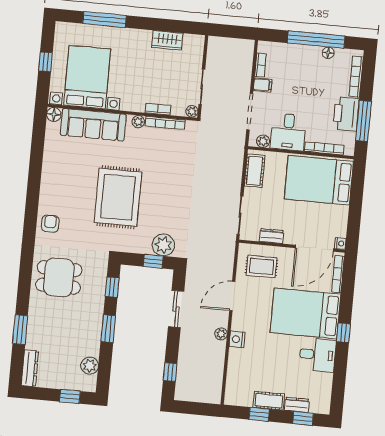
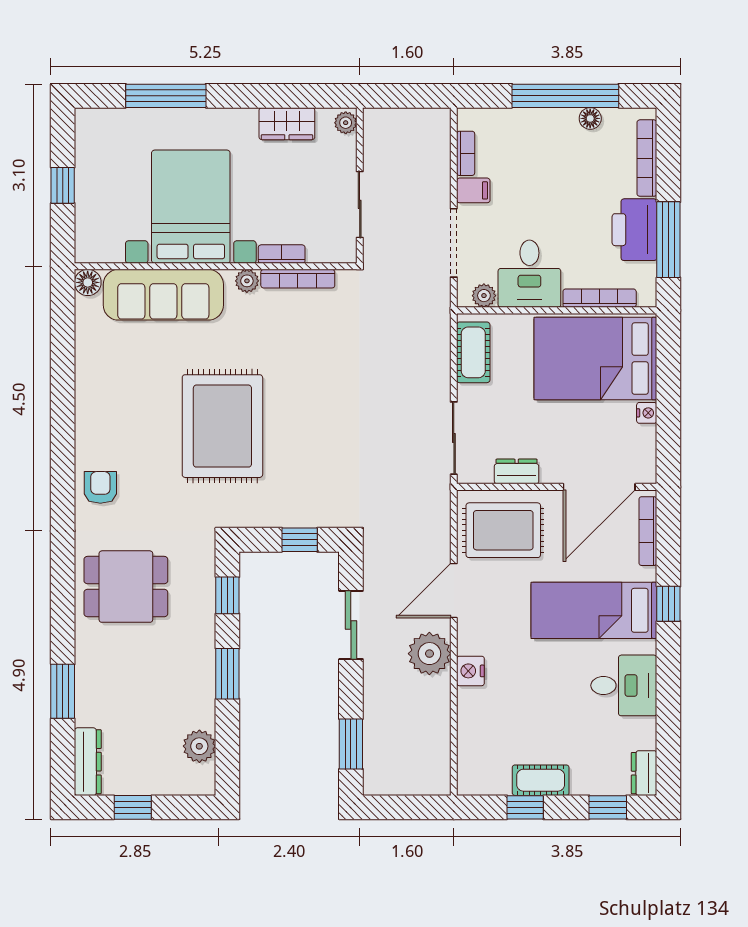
bed with nightstands: (87, 77) -> (191, 207), moved
plant: (192, 111) -> (346, 123), moved
nightstand: (340, 244) -> (647, 413), moved
plant: (163, 245) -> (316, 507), removed
rug: (262, 266) -> (503, 530), width x1.36, depth x1.43
bed: (306, 313) -> (594, 610), width x0.67
window: (344, 333) -> (668, 604), moved
plant: (221, 334) -> (429, 654), width x1.88, depth x1.88
window: (170, 372) -> (351, 744), width x1.50
window: (70, 396) -> (133, 807), moved
dresser: (297, 405) -> (644, 773), moved, turned -90

